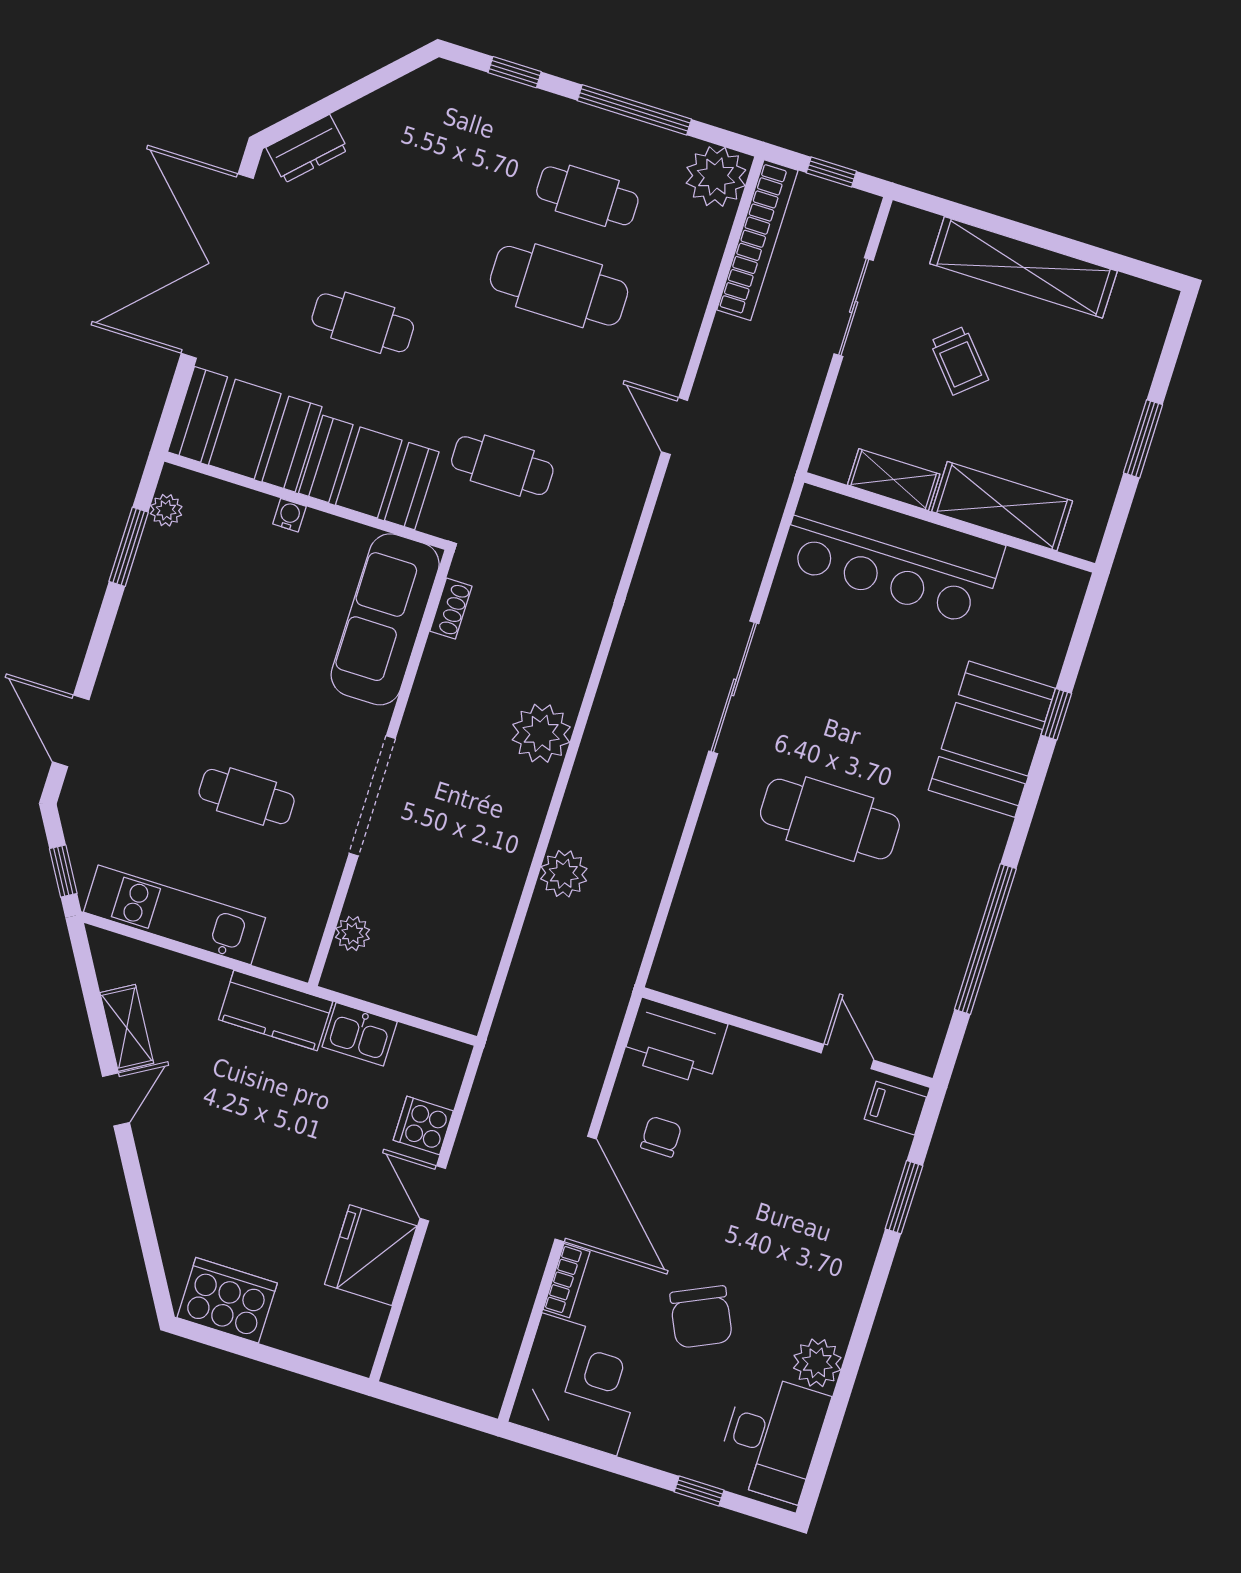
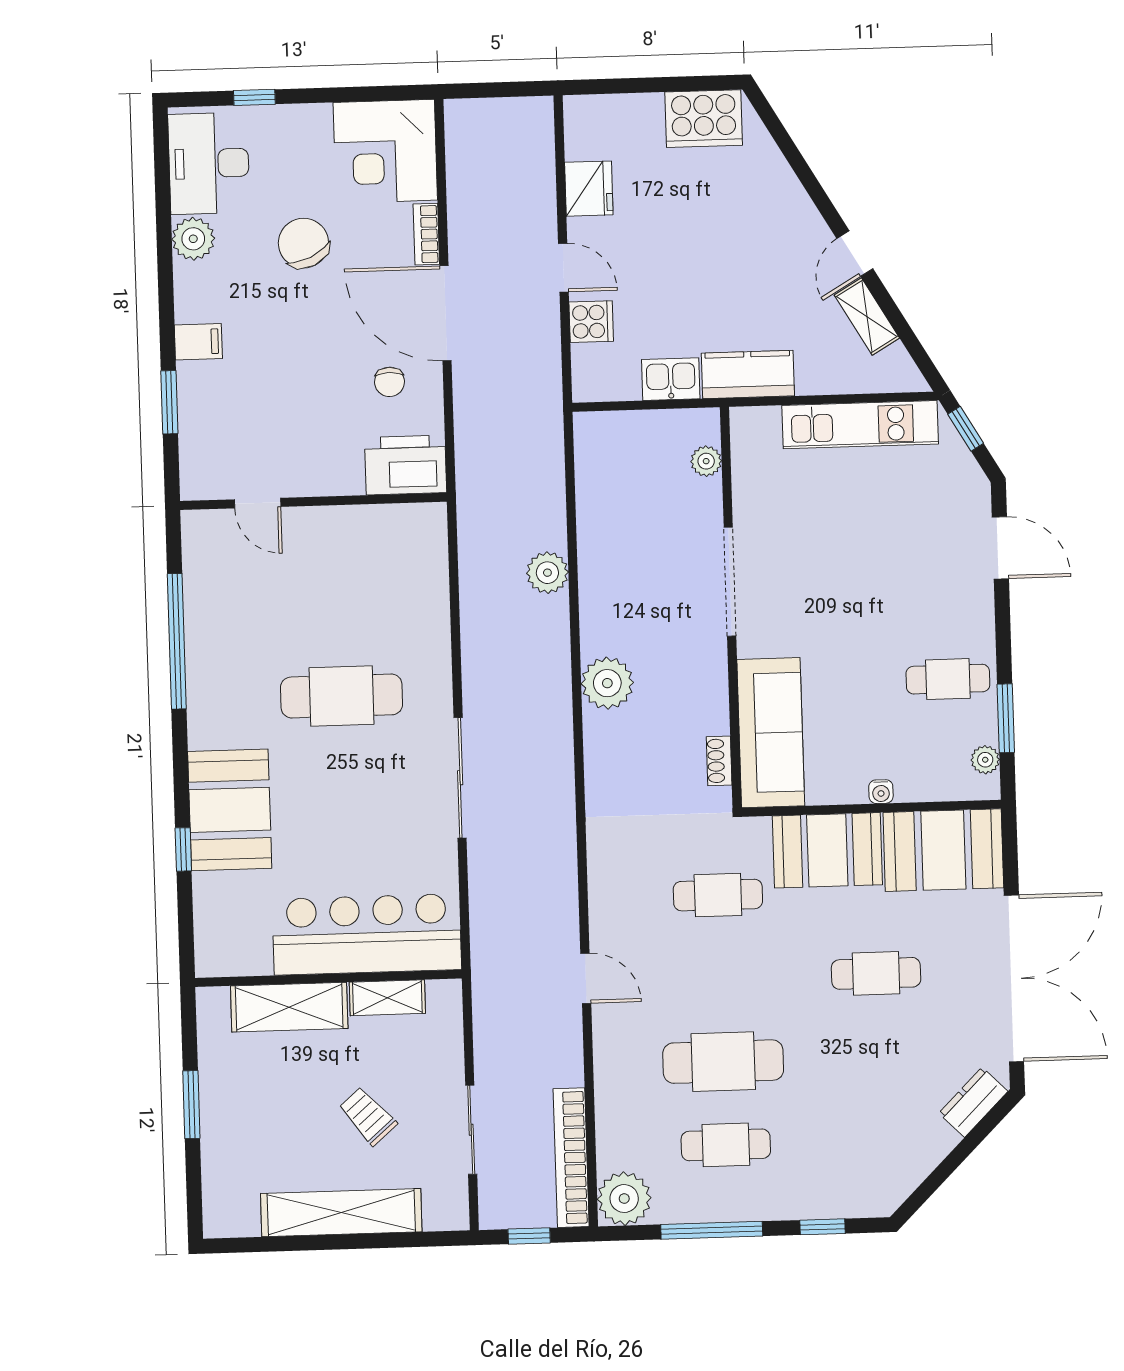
cafe table: (247, 797) -> (948, 679), moved
filing cabinet: (895, 1108) -> (198, 342), moved
fridge: (371, 1255) -> (589, 189), width x0.73, depth x0.75

